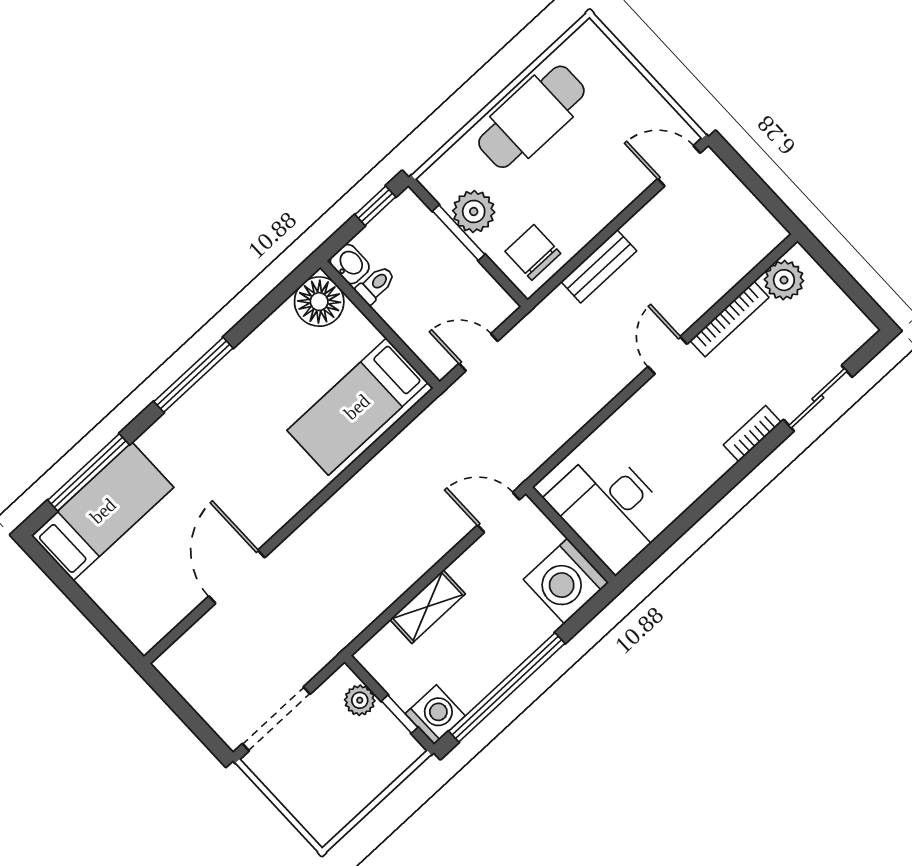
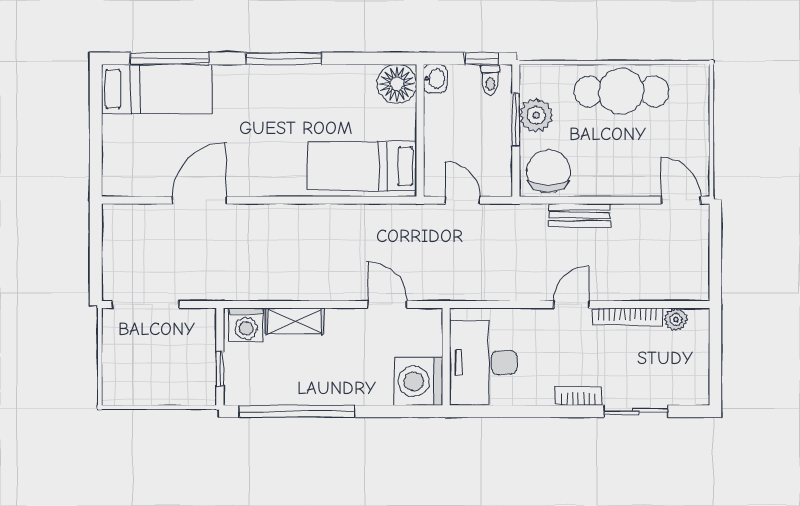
chair: (533, 252) -> (549, 171), width x1.37, depth x1.37
plant: (784, 280) -> (676, 319), width x0.73, depth x0.73
toilet: (376, 285) -> (490, 80), moved, turned 90
desk: (610, 509) -> (483, 363), moved
wall: (571, 535) -> (446, 357), moved
washing machine: (566, 581) -> (419, 381), moved
plant: (360, 700) -> (204, 339), removed
washing machine: (435, 715) -> (246, 325), moved, turned 90

